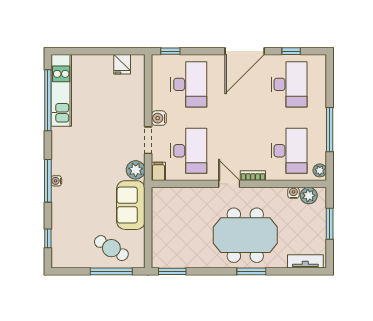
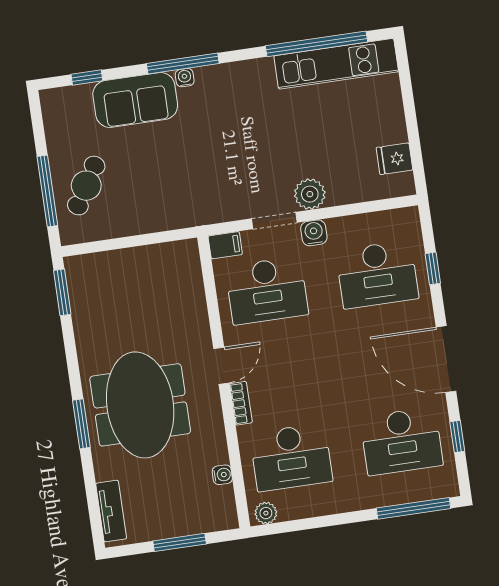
window: (170, 51) -> (433, 268), moved
window: (330, 130) -> (413, 508), moved
plant: (136, 170) -> (310, 194), moved
plant: (309, 196) -> (221, 501), removed
sofa: (131, 205) -> (135, 100), moved, turned 180

